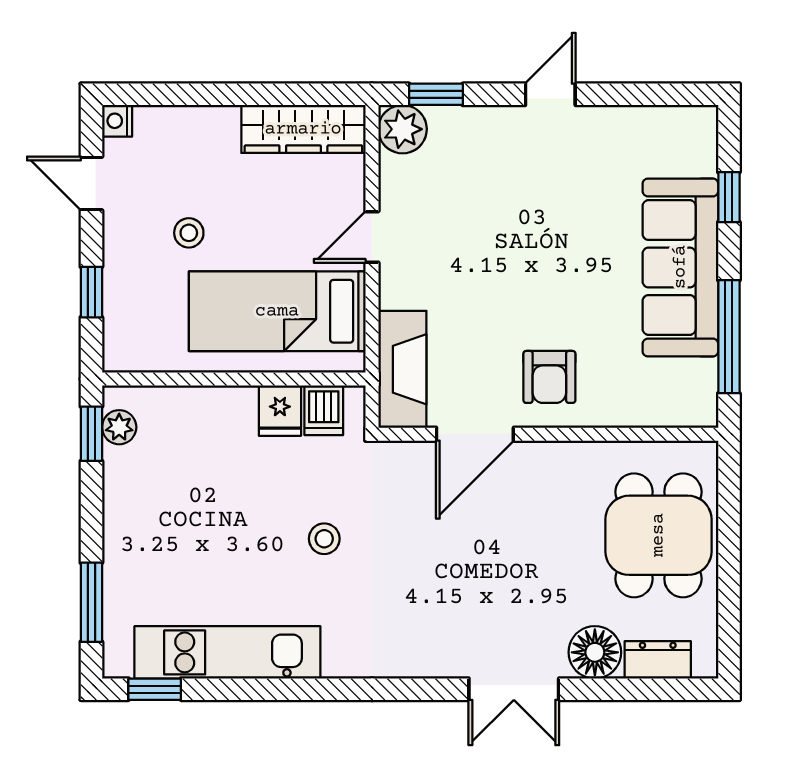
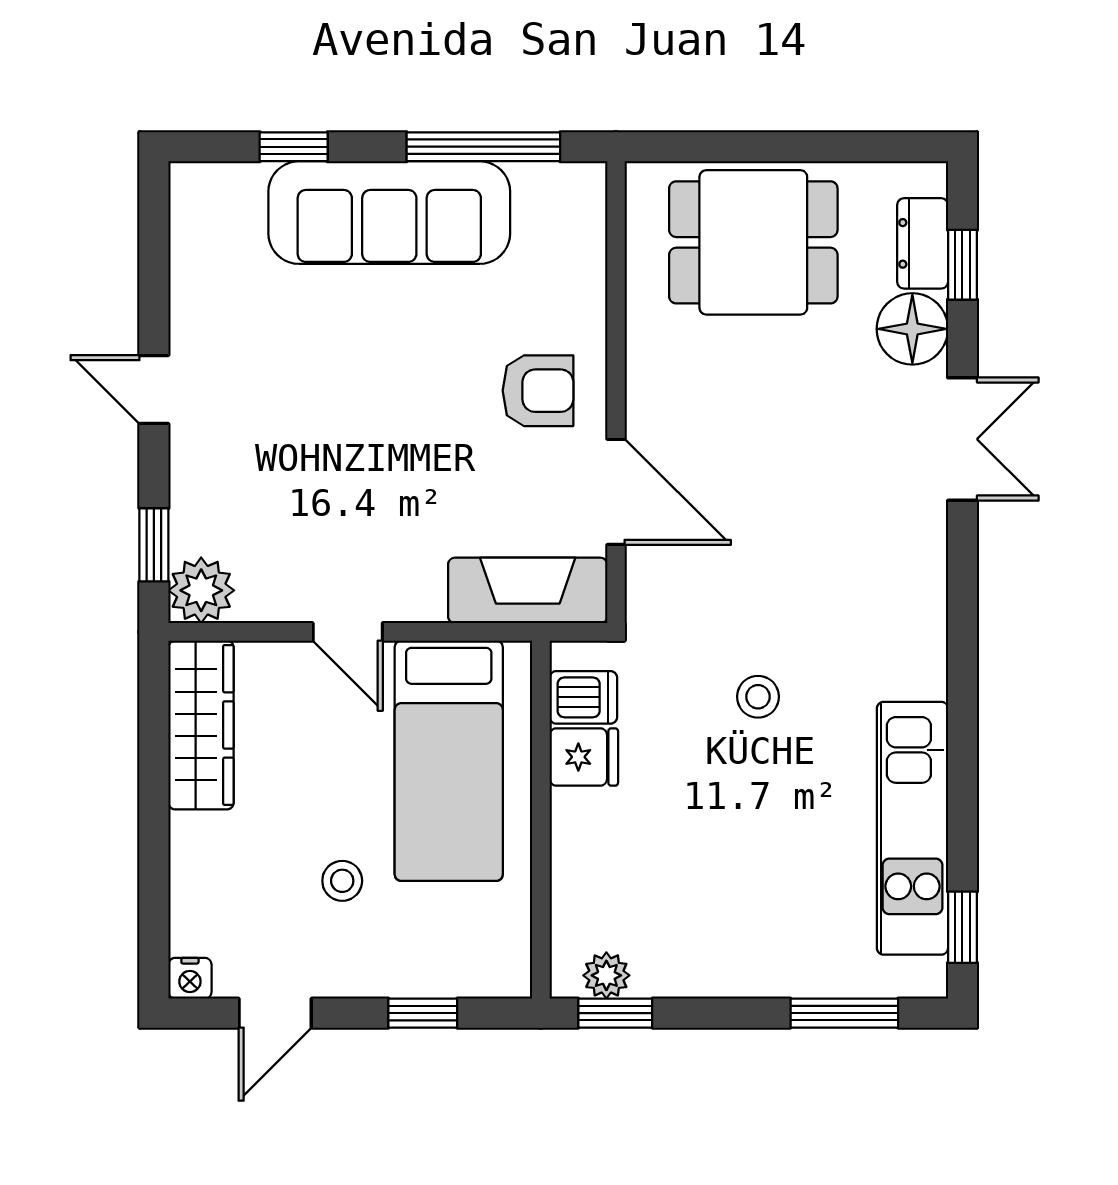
window: (642, 689) -> (962, 265), added

